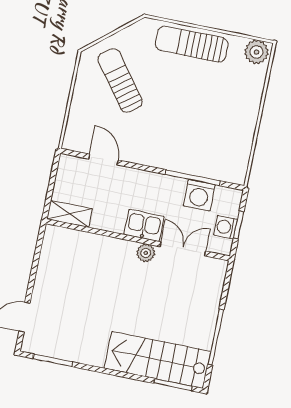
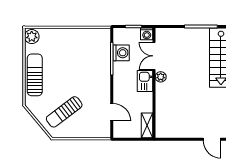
sun lounger: (192, 44) -> (35, 75), turned 180
door: (103, 160) -> (112, 112), swing flipped
washing machine: (226, 227) -> (147, 34), moved

